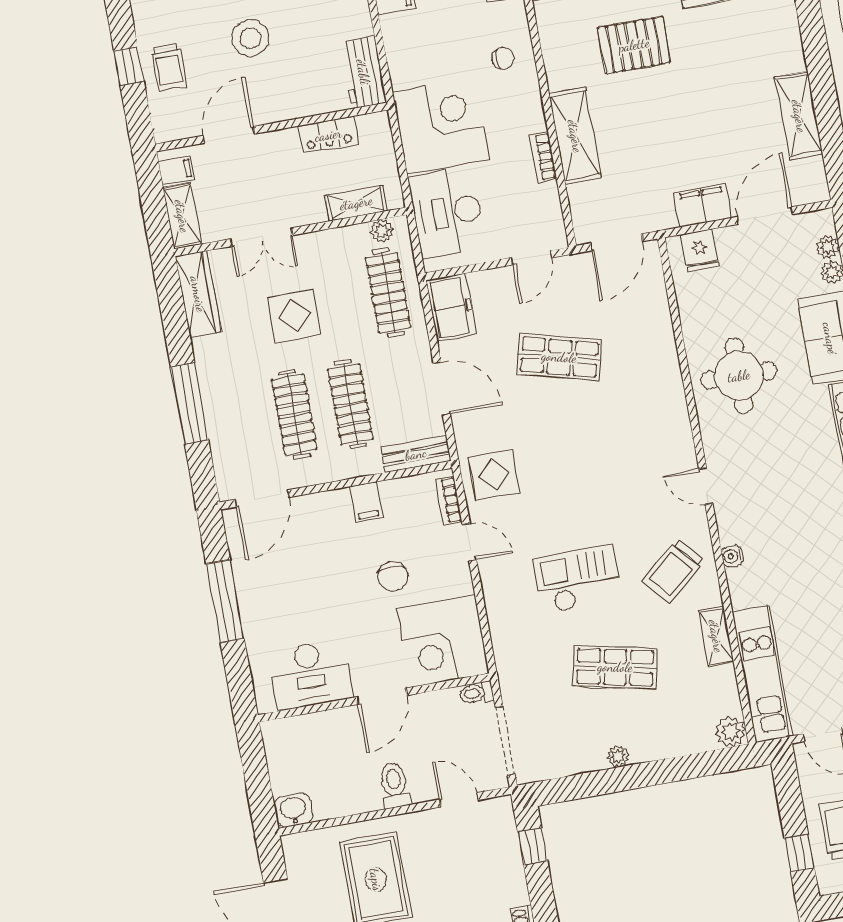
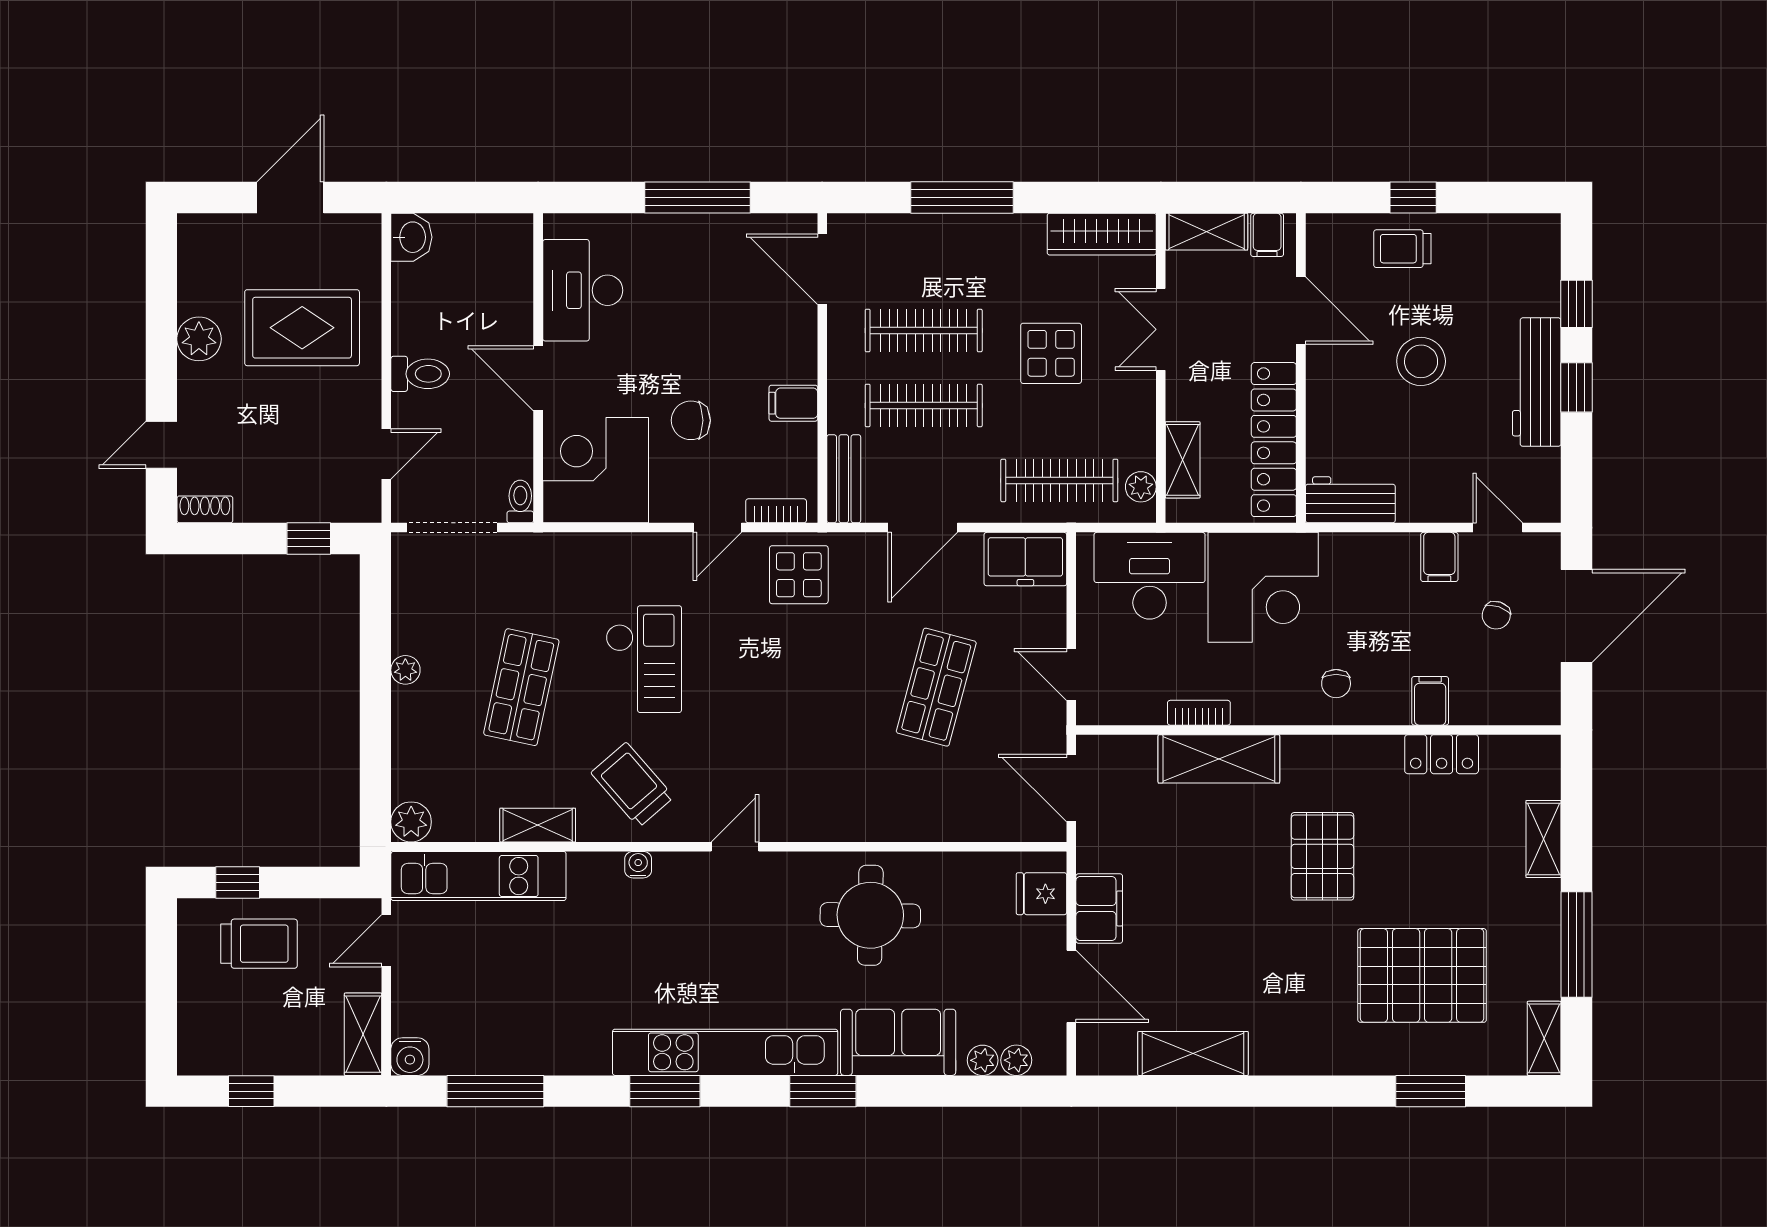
locker: (328, 135) -> (1274, 440), width x2.16, depth x1.21

